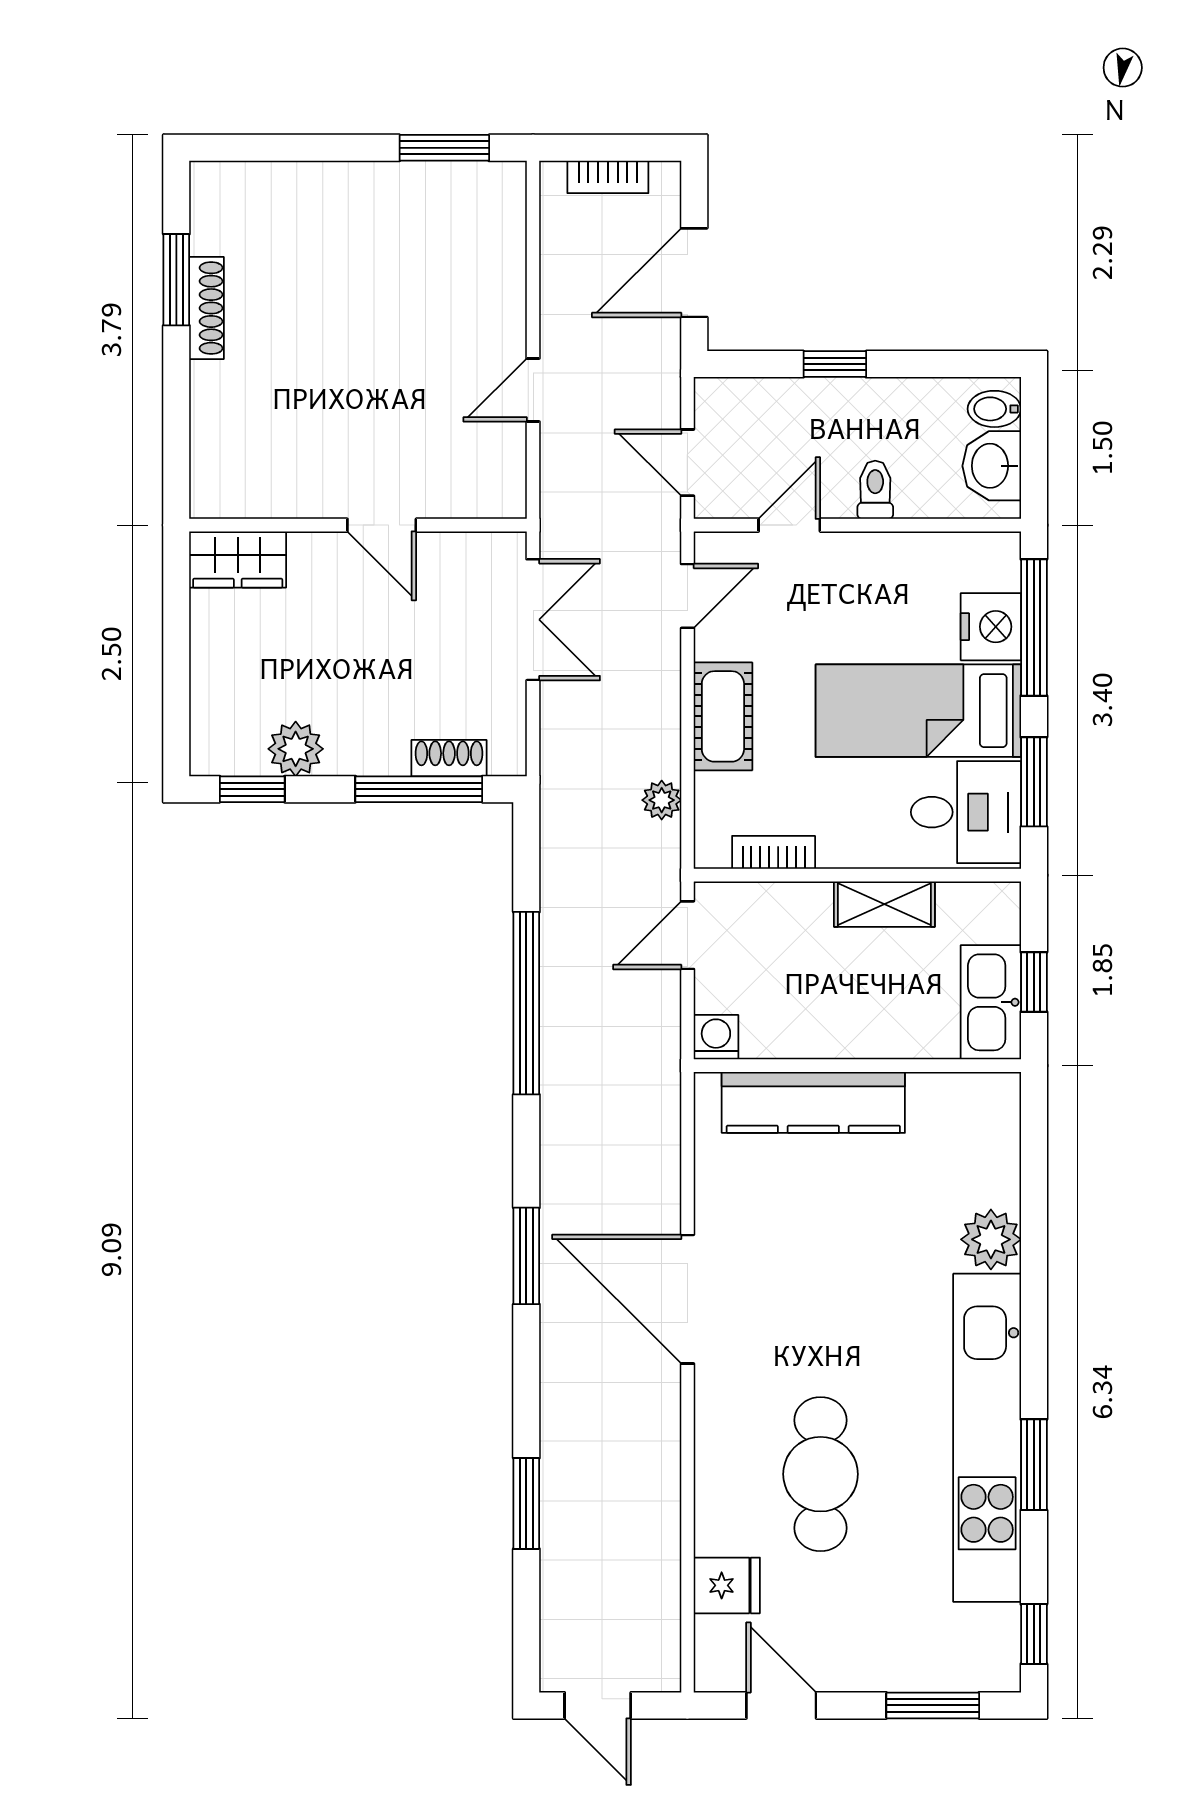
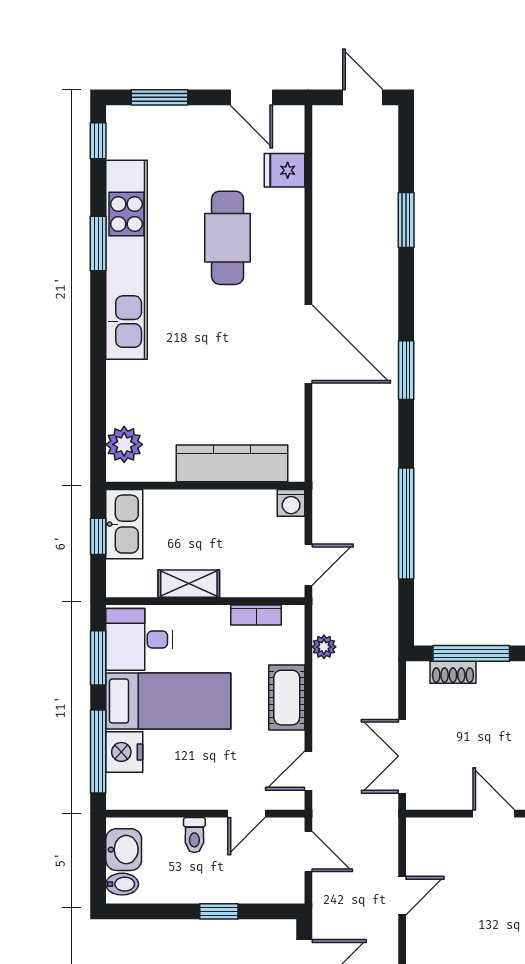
plant: (991, 1239) -> (124, 444), moved

